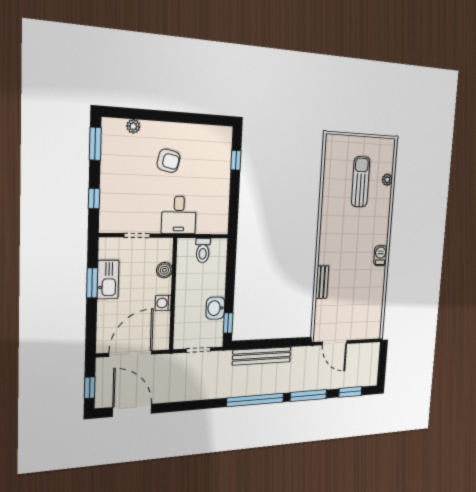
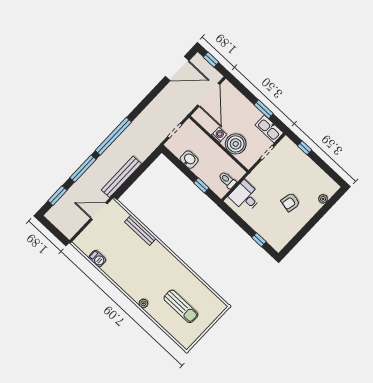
window: (95, 144) -> (330, 172), removed
plant: (387, 180) -> (143, 303), moved
desk: (179, 215) -> (245, 197), moved
barbecue: (380, 256) -> (97, 259), moved
boiler: (164, 270) -> (236, 144), width x1.86, depth x1.86
kitchen sink: (108, 280) -> (269, 129), moved
bench: (322, 282) -> (140, 230), width x1.36
window: (228, 323) -> (201, 185), moved
bench: (262, 356) -> (121, 177), moved

